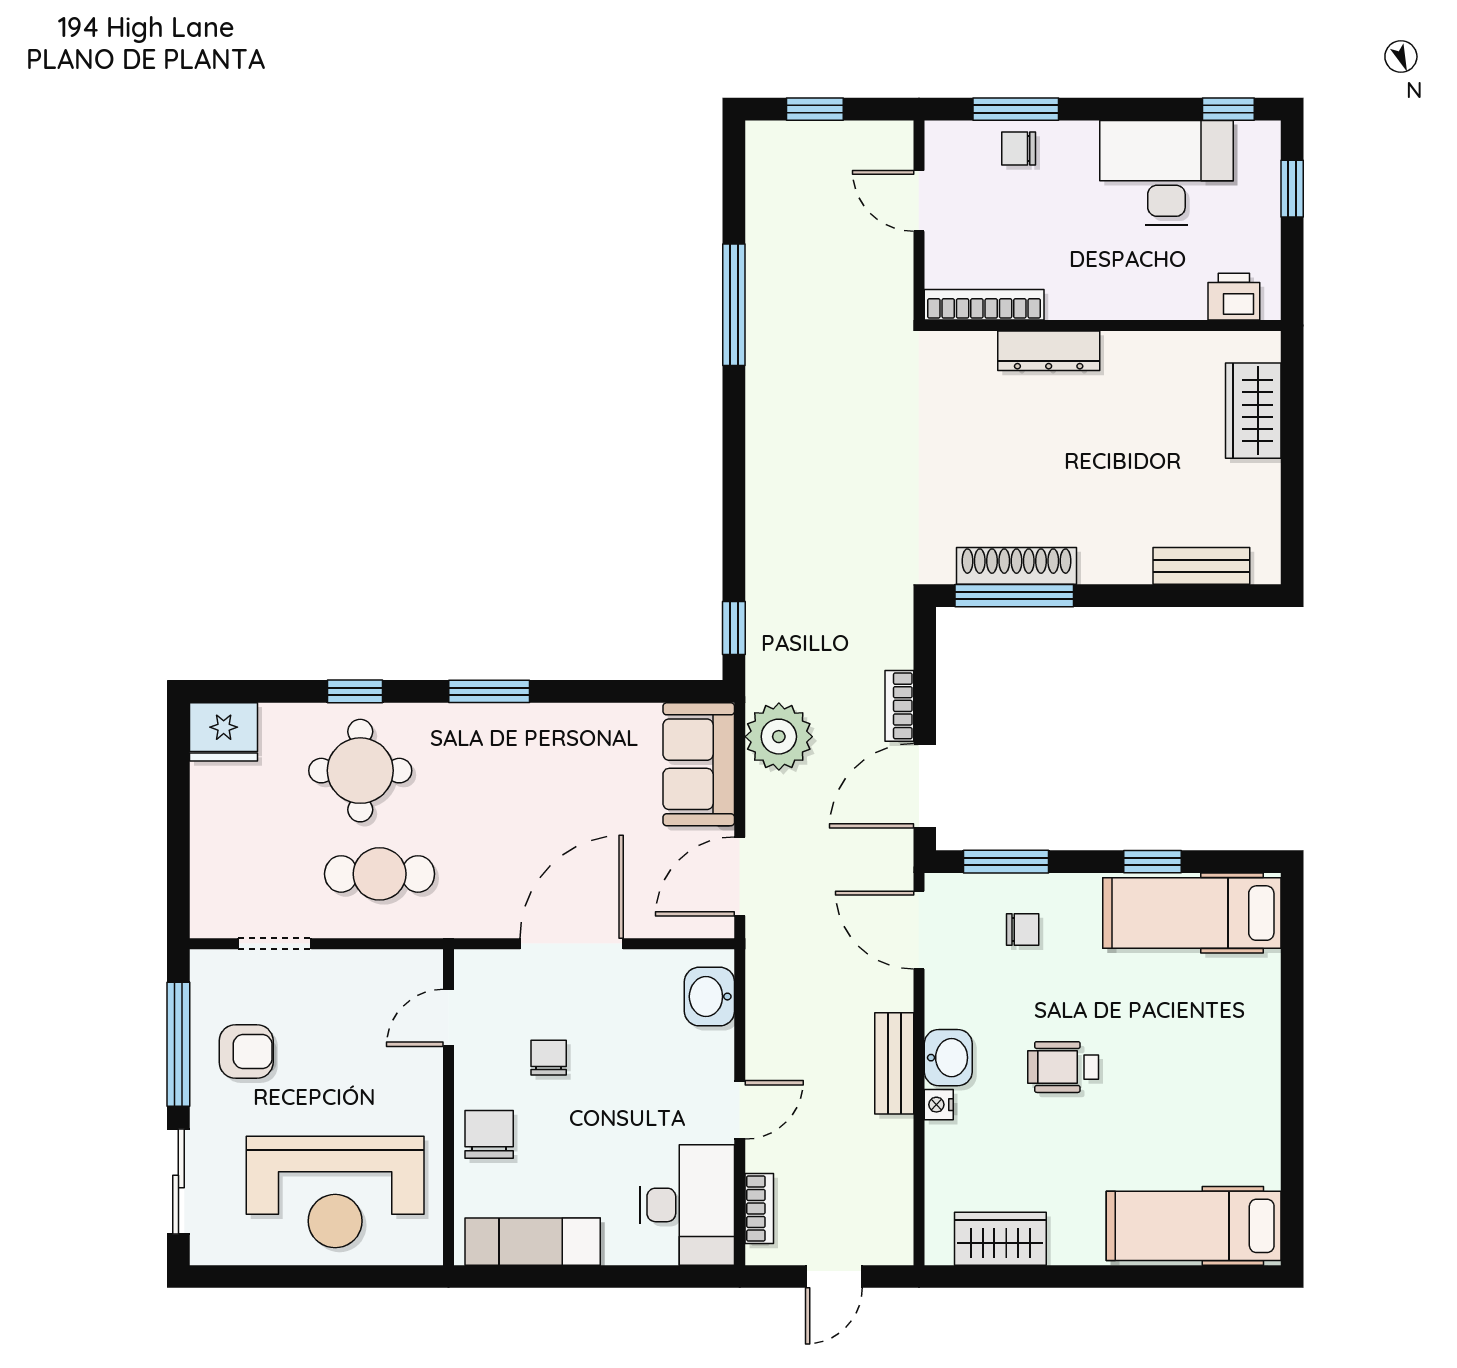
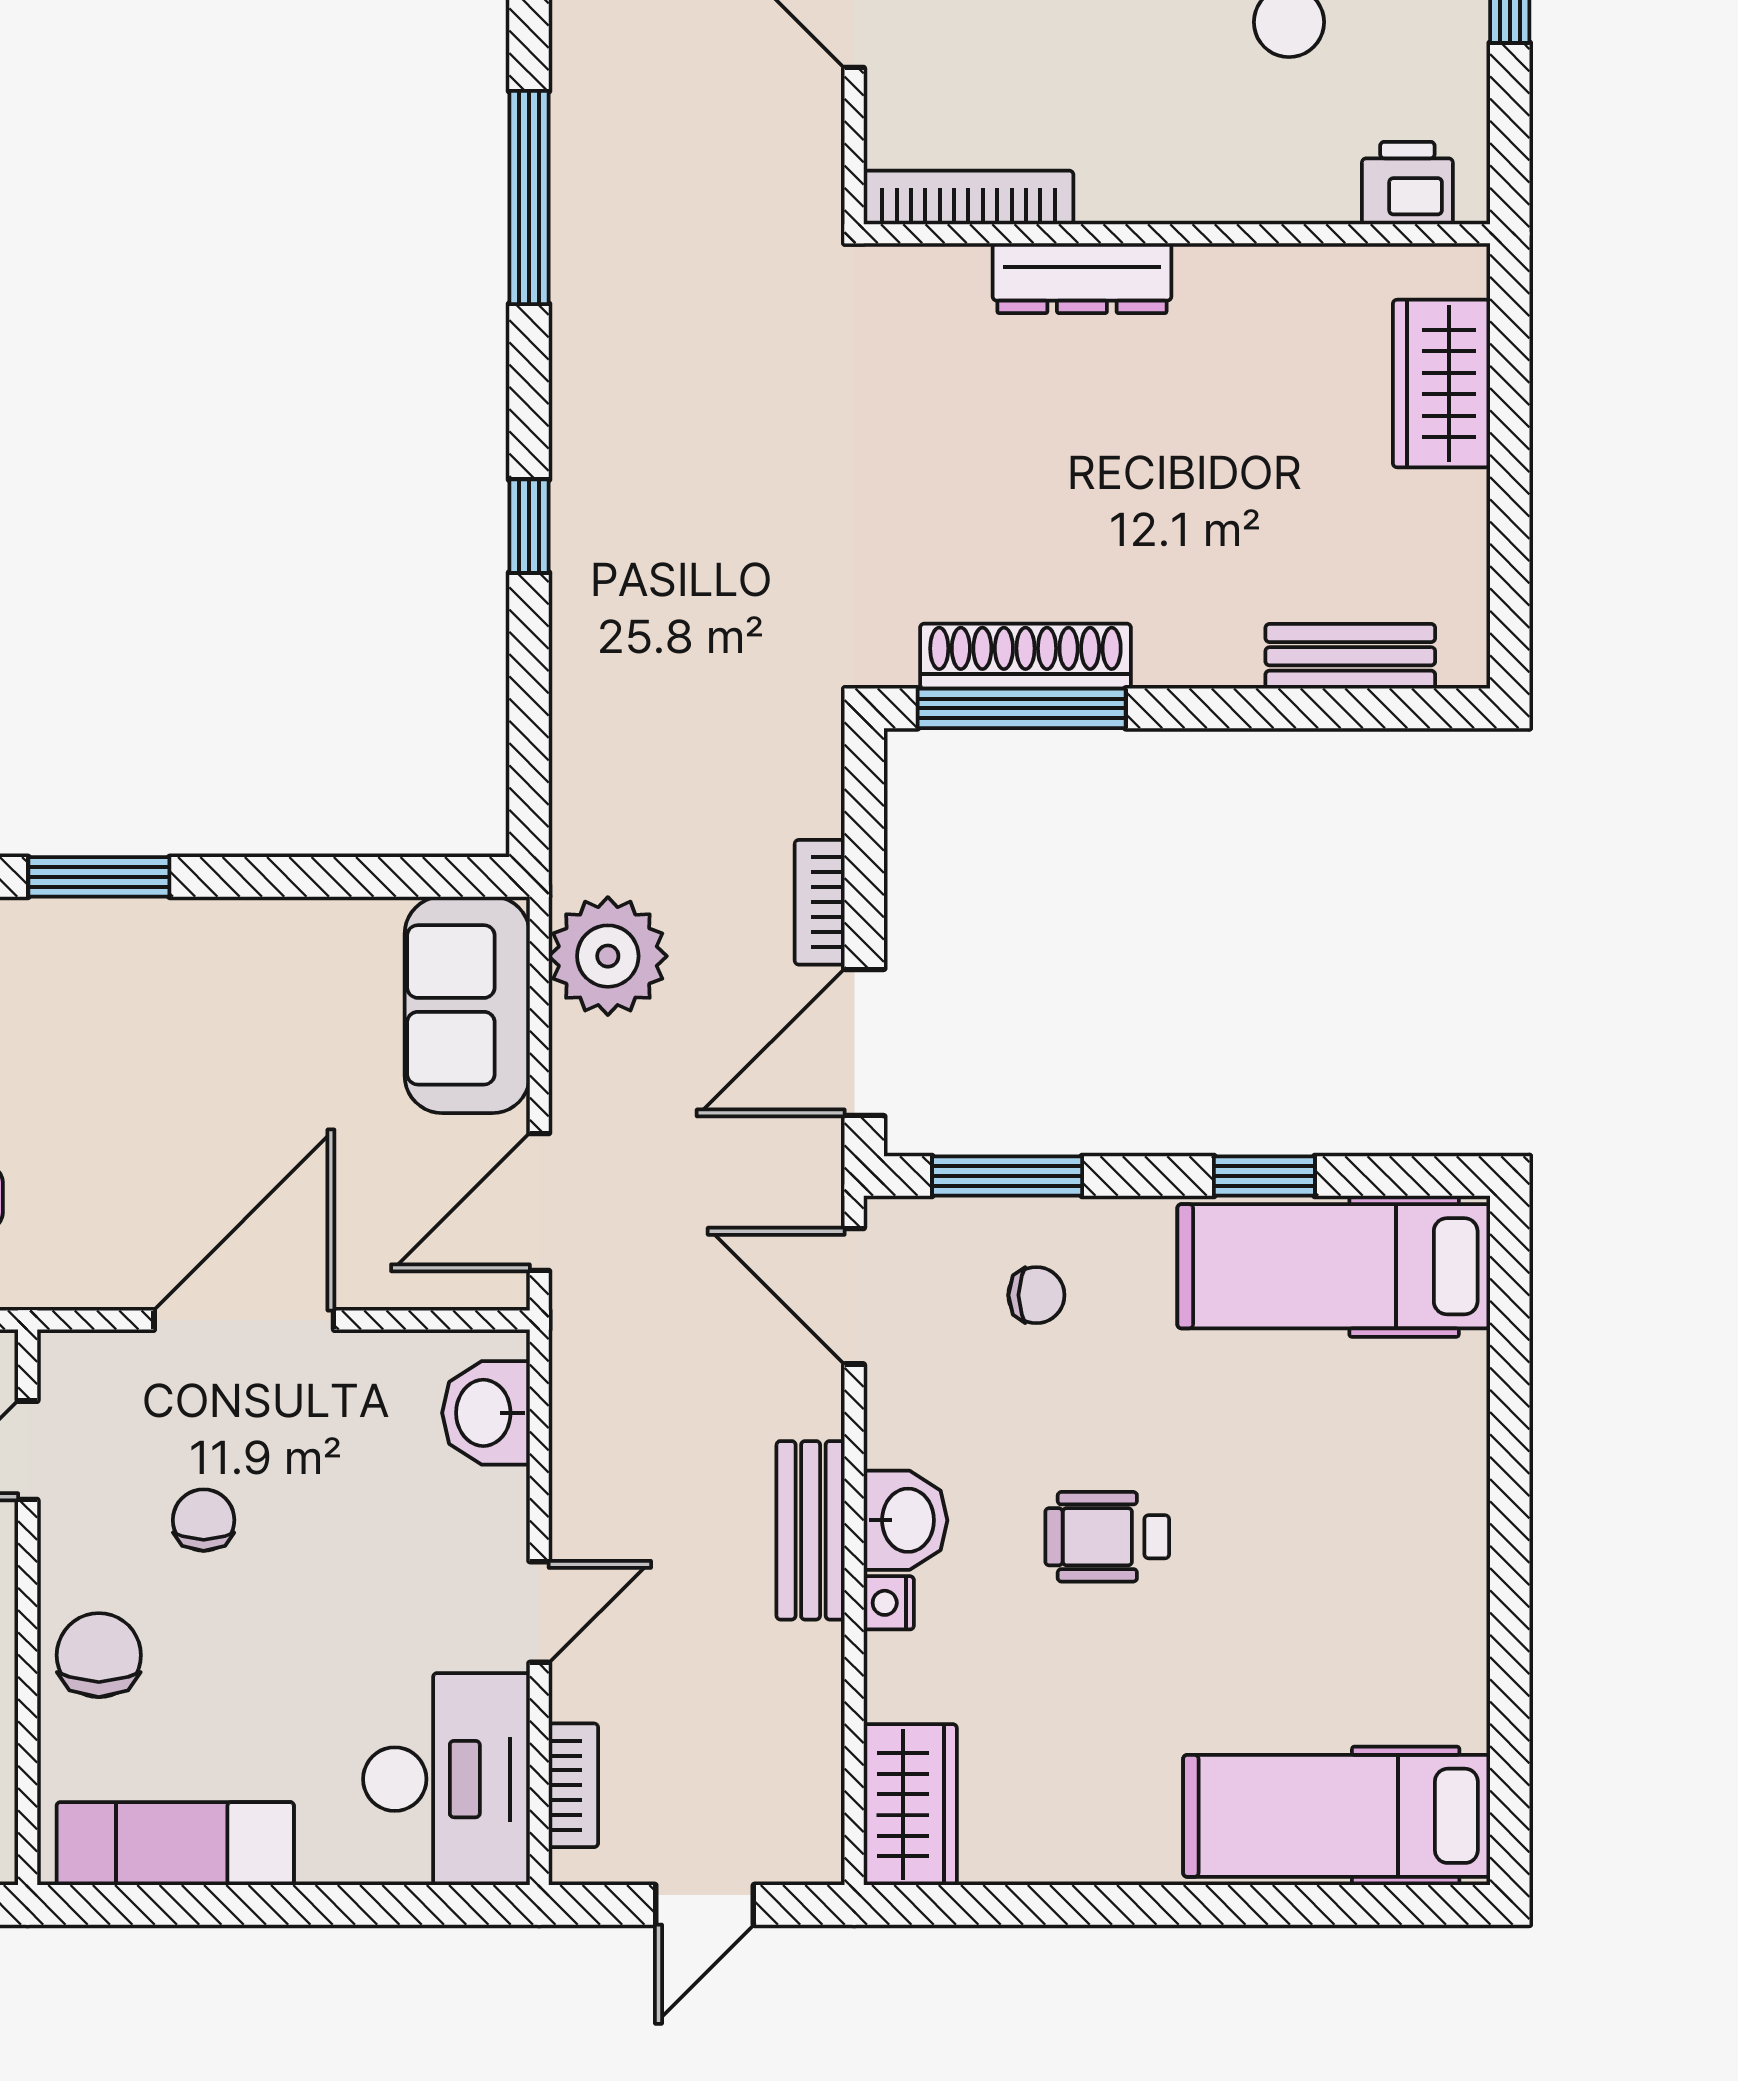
window: (734, 628) -> (529, 526), moved
wardrobe: (1000, 1239) -> (910, 1805), moved, turned 90

